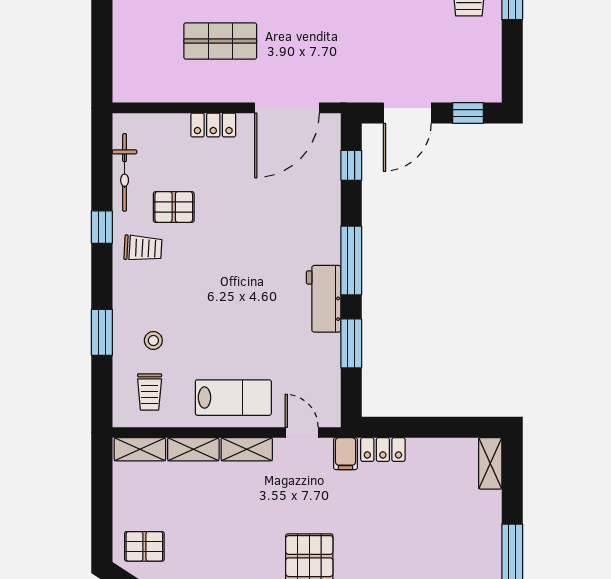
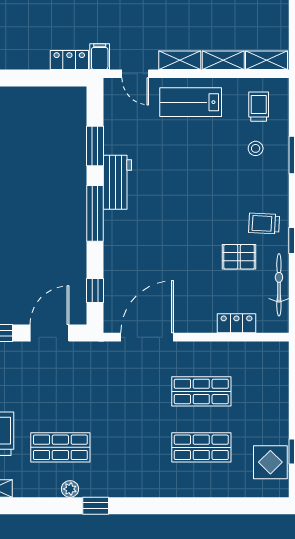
locker: (213, 125) -> (236, 323), moved

